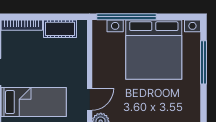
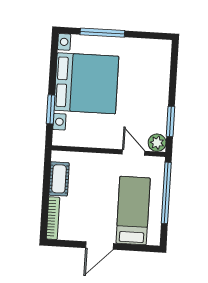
window: (127, 17) -> (51, 109), width x0.47

